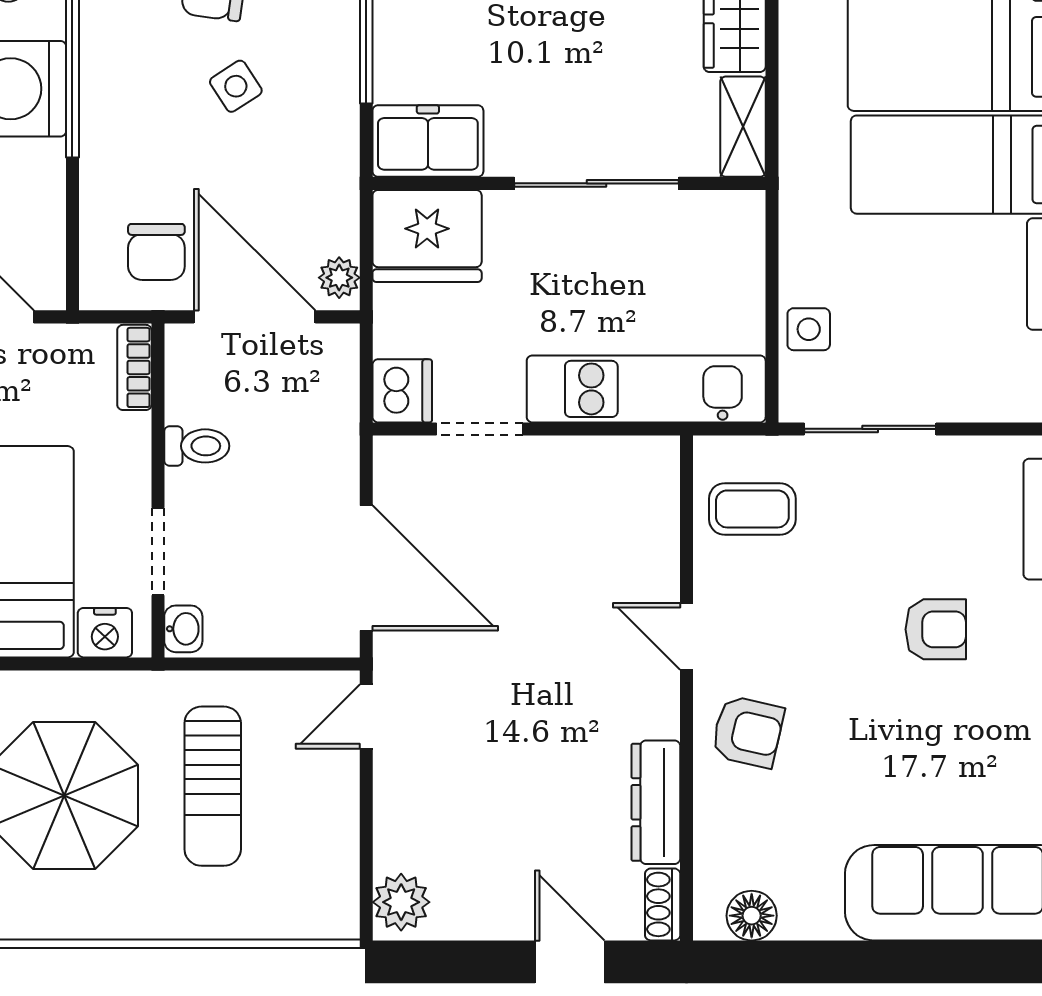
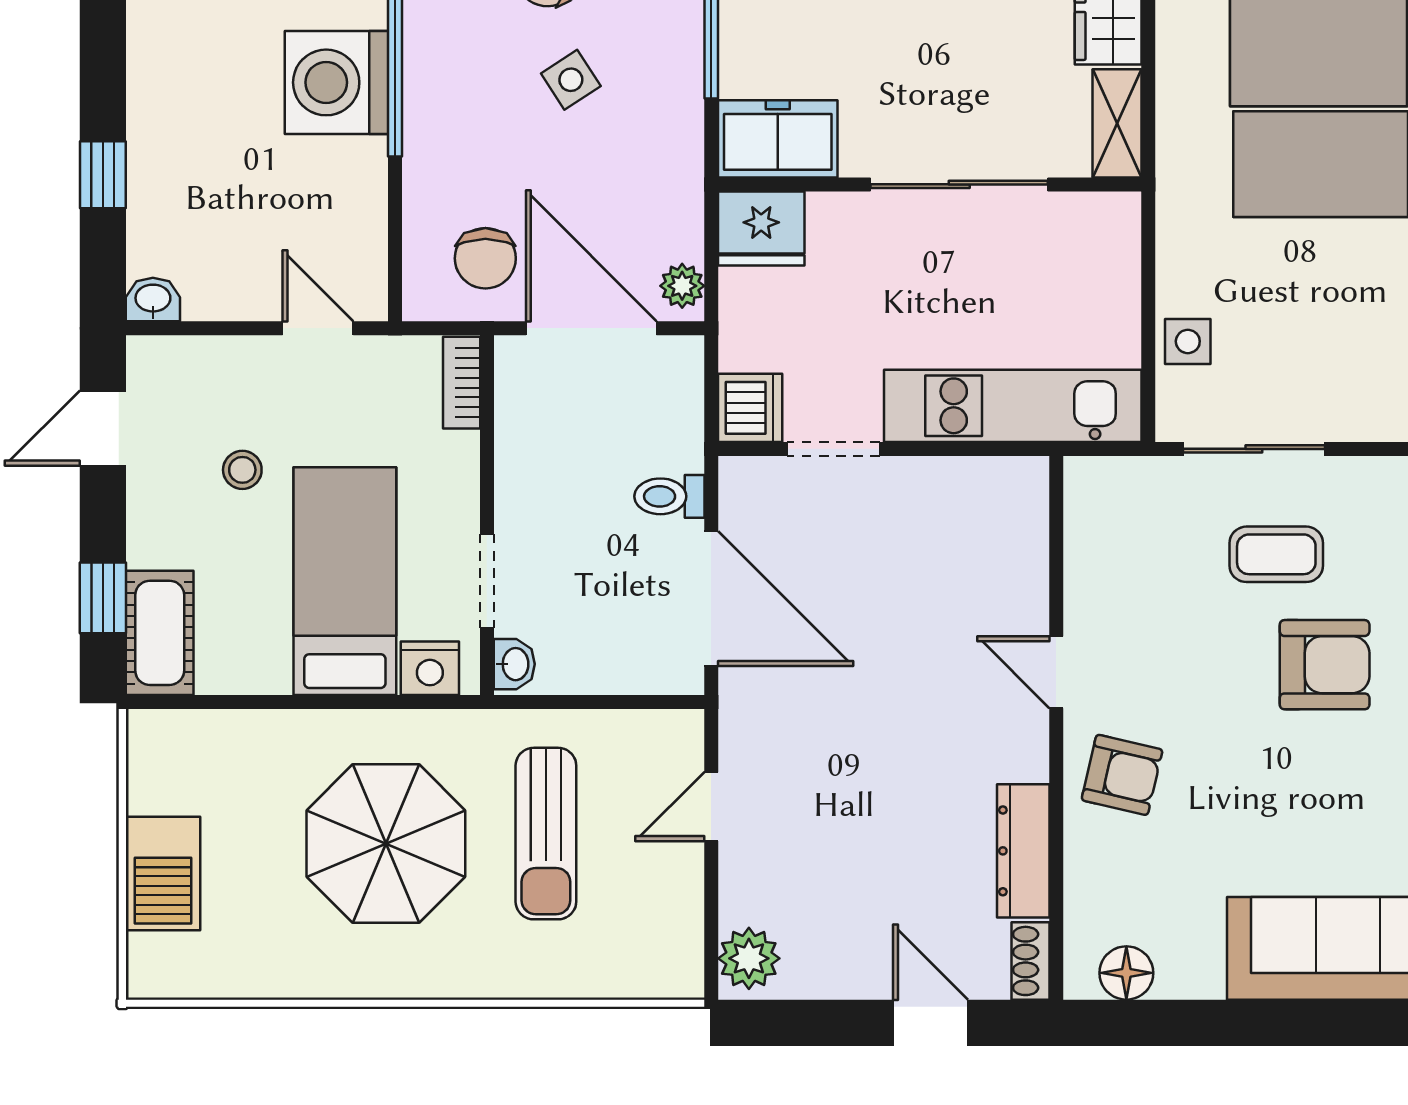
fridge: (427, 236) -> (761, 228), width x0.73, depth x0.75
toilet: (197, 446) -> (669, 496), moved, turned 180
coffee table: (752, 509) -> (1276, 554), moved
armchair: (936, 629) -> (1325, 665), width x1.38, depth x1.38
door: (366, 717) -> (711, 807), moved

